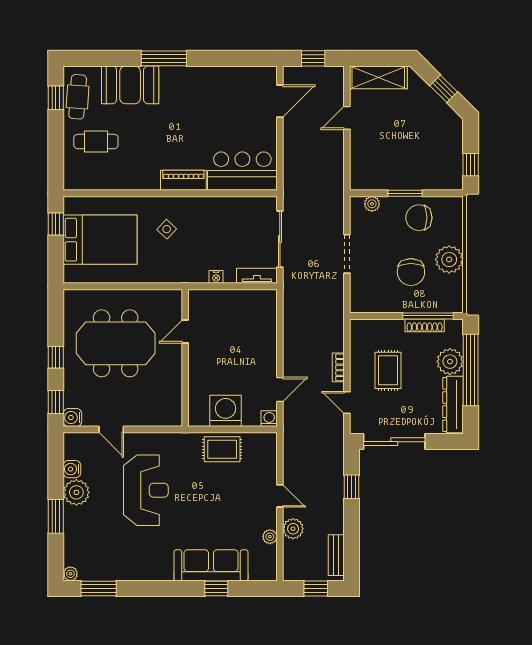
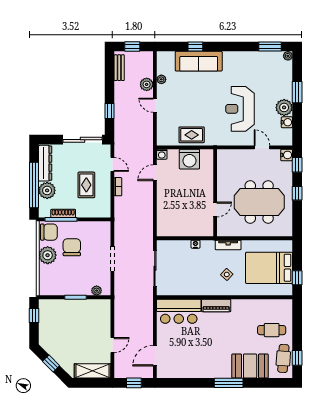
chair: (419, 218) -> (49, 232), moved
tv unit: (257, 276) -> (228, 245), moved

